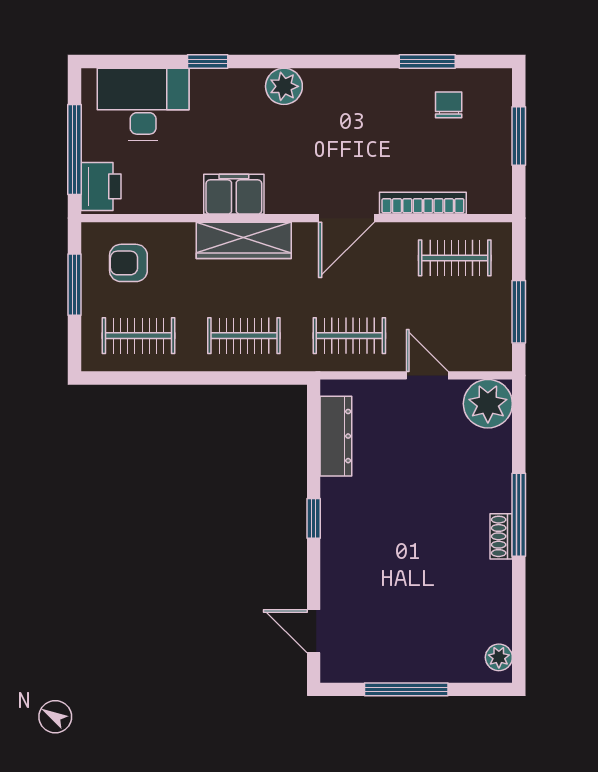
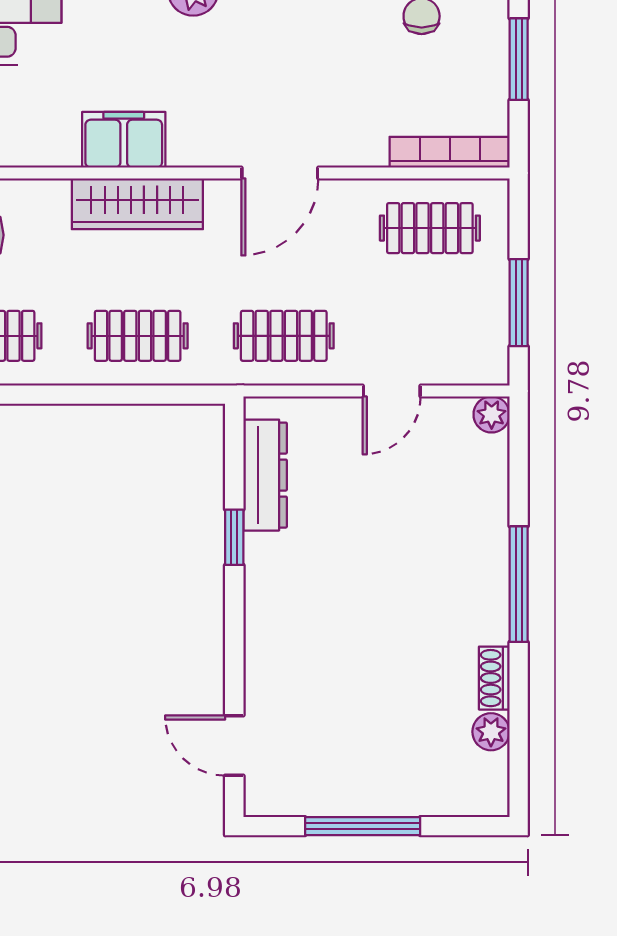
bookcase: (423, 203) -> (450, 152), moved
door: (427, 375) -> (392, 391), swing flipped
plant: (488, 404) -> (492, 414), width x0.53, depth x0.53
window: (314, 518) -> (234, 537), moved
shoe rack: (501, 536) -> (494, 678), moved
plant: (499, 657) -> (491, 732), moved

